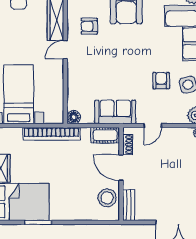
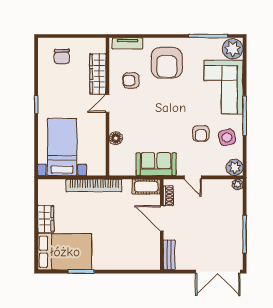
armchair: (161, 81) -> (201, 133), turned 180
floor lamp: (74, 117) -> (116, 138), moved
door: (153, 126) -> (193, 177), hinge flipped
stool: (107, 198) -> (148, 248), removed

